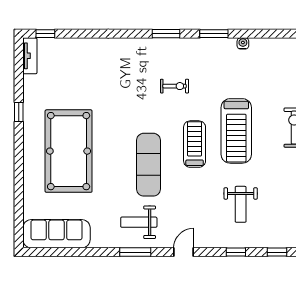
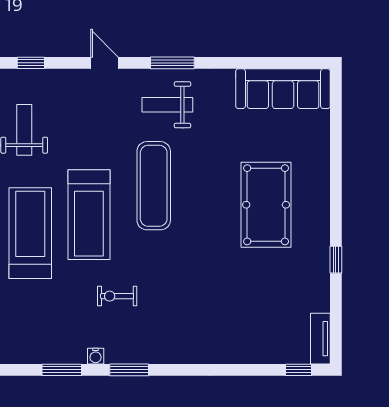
water cooler: (243, 43) -> (96, 356), moved
treadmill: (195, 144) -> (89, 215), width x1.37, depth x1.38
pool table: (69, 151) -> (266, 205), width x0.73, depth x0.76
weight bench: (139, 222) -> (167, 105), turned 180
door: (184, 252) -> (104, 63), swing flipped

